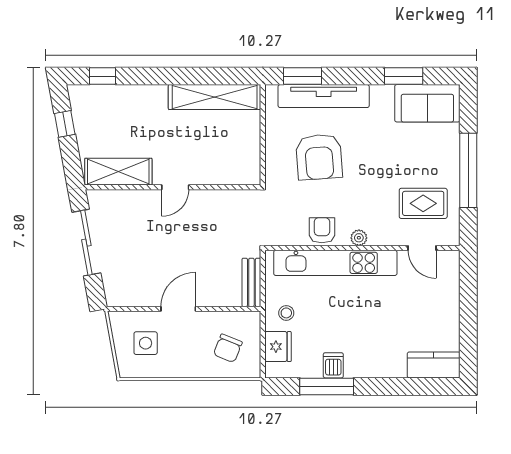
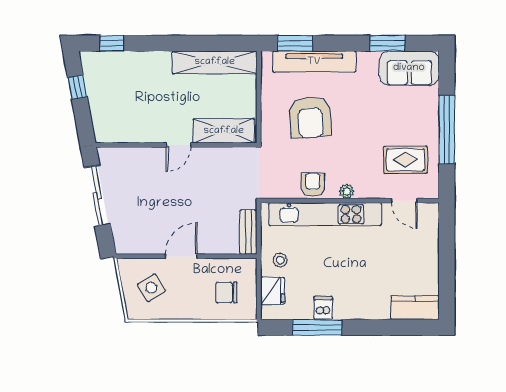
shelving: (118, 172) -> (224, 131), moved
side table: (146, 343) -> (151, 288), turned -32
chair: (228, 348) -> (227, 292), turned 68

